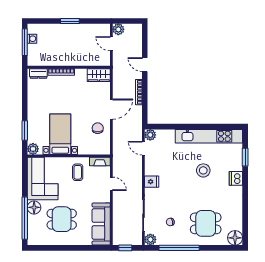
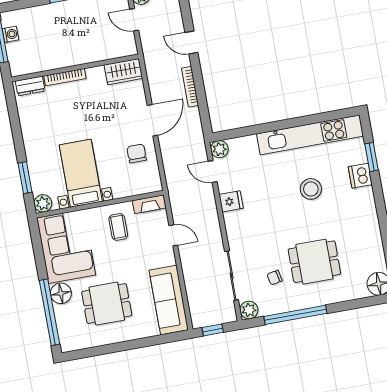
dishwasher: (236, 178) -> (360, 176), moved
fridge: (152, 182) -> (231, 201), moved
dining table: (206, 223) -> (314, 262), moved

